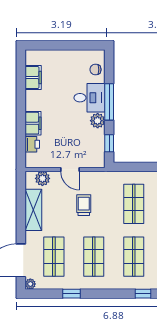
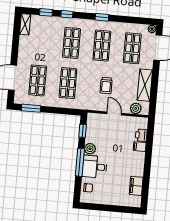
filing cabinet: (33, 123) -> (140, 147), width x0.50
window: (71, 294) -> (102, 17), moved

